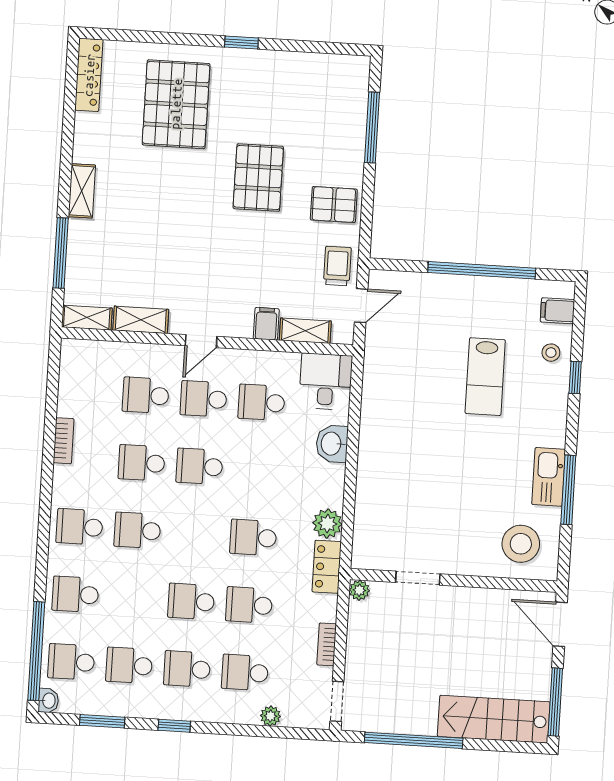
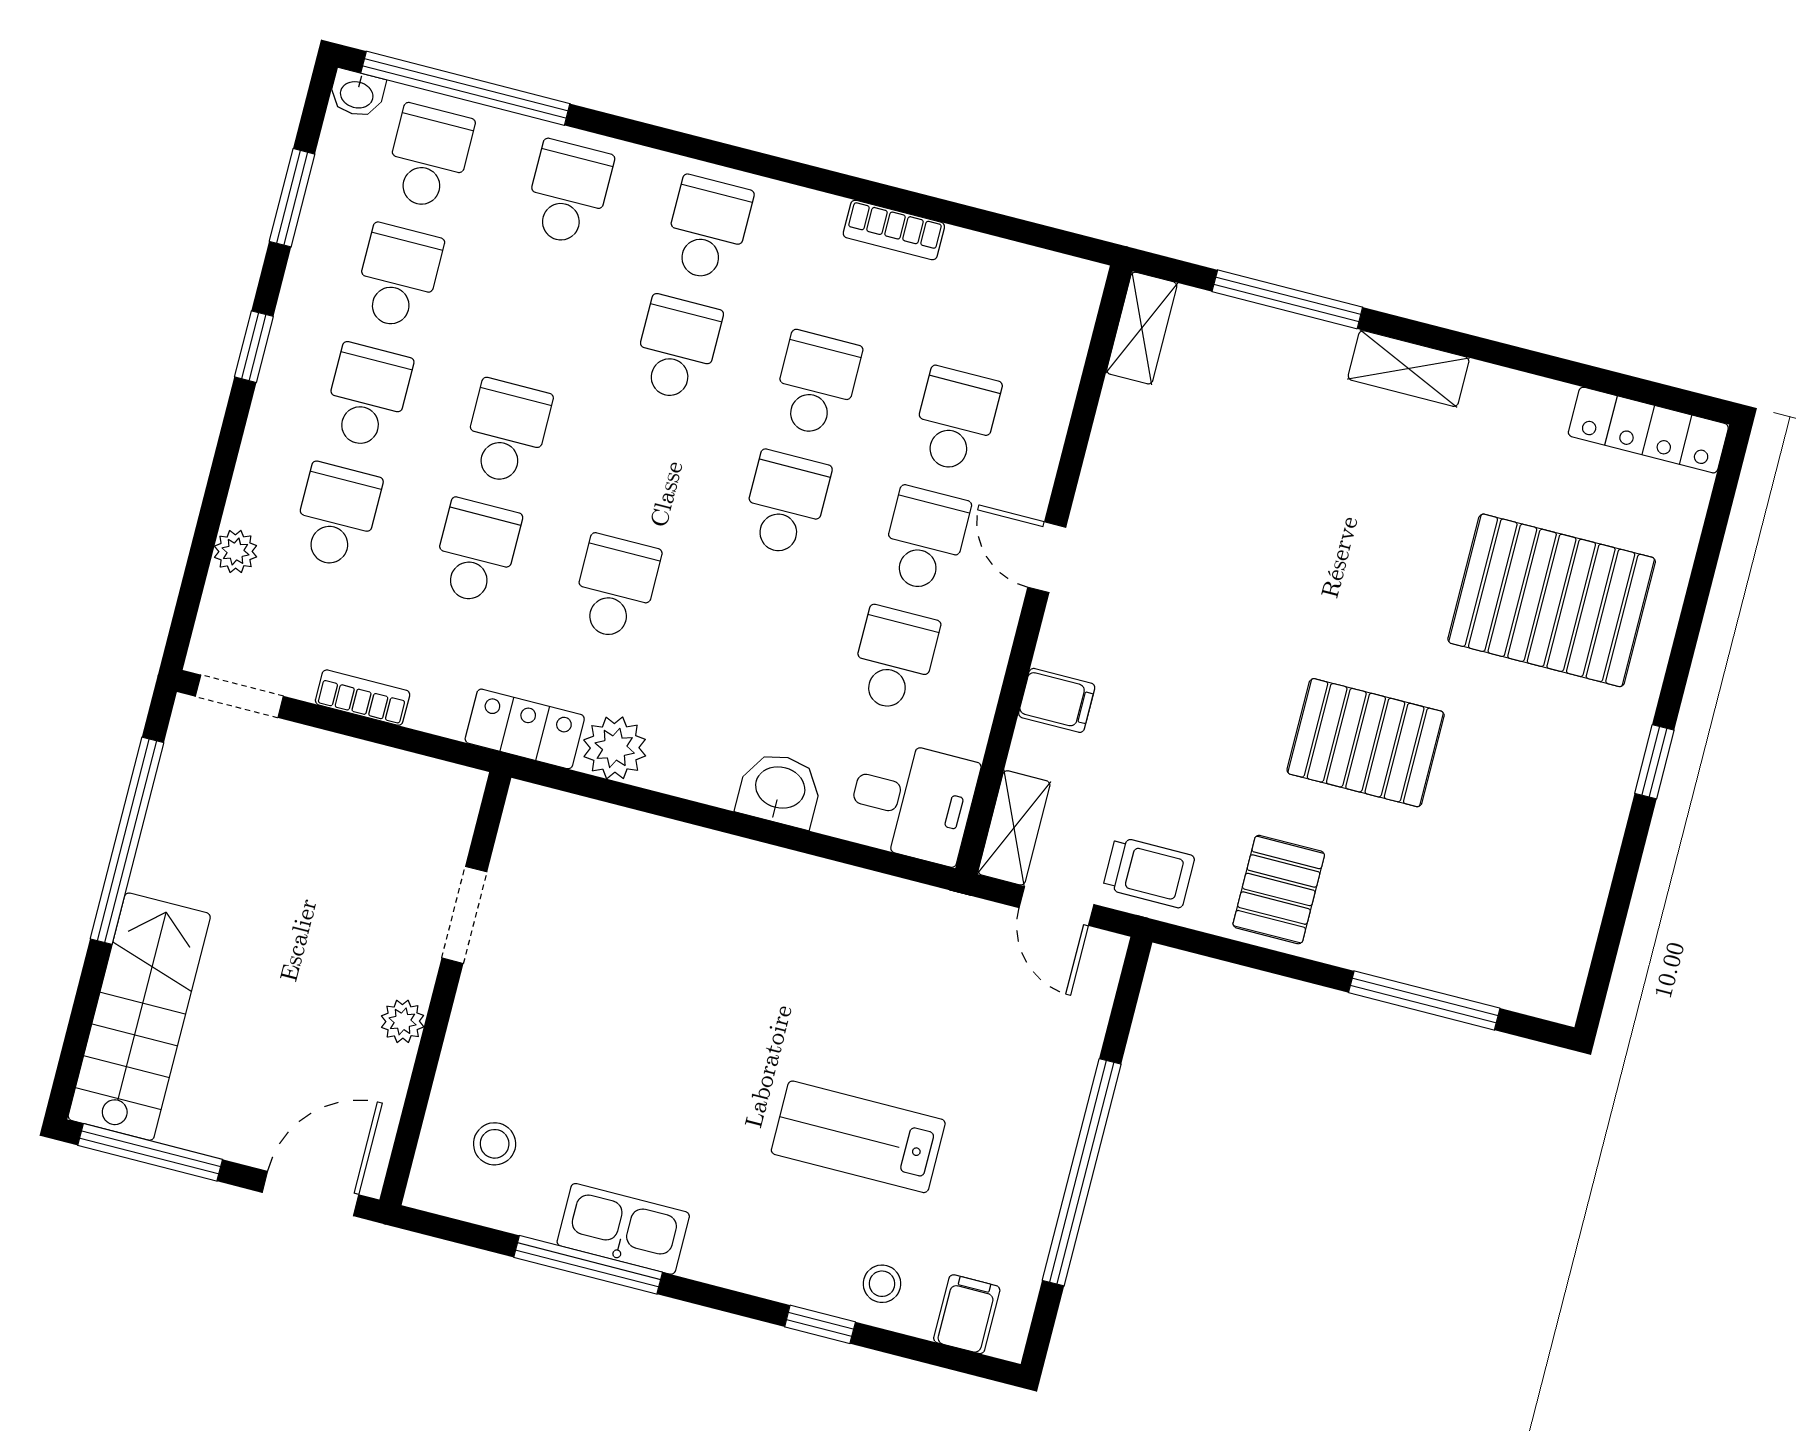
shelving: (141, 320) -> (1115, 440), removed
shelving: (305, 331) -> (1014, 828), moved
stool: (521, 544) -> (495, 1144), width x0.53, depth x0.53
plant: (359, 590) -> (403, 1021), moved

